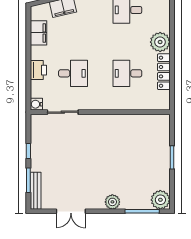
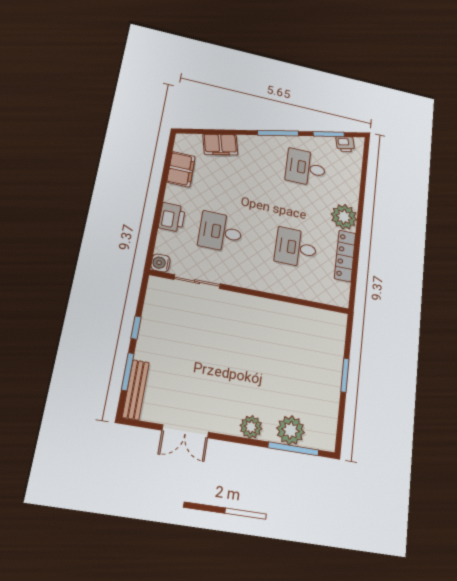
desk: (73, 73) -> (220, 232), turned 180
plant: (160, 200) -> (291, 430), moved

